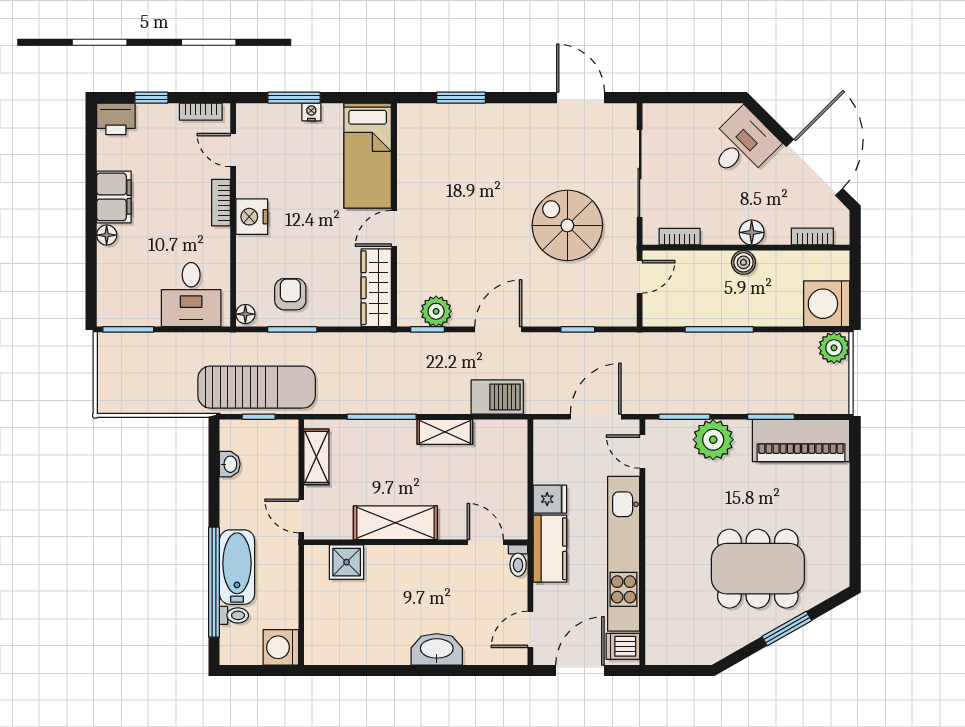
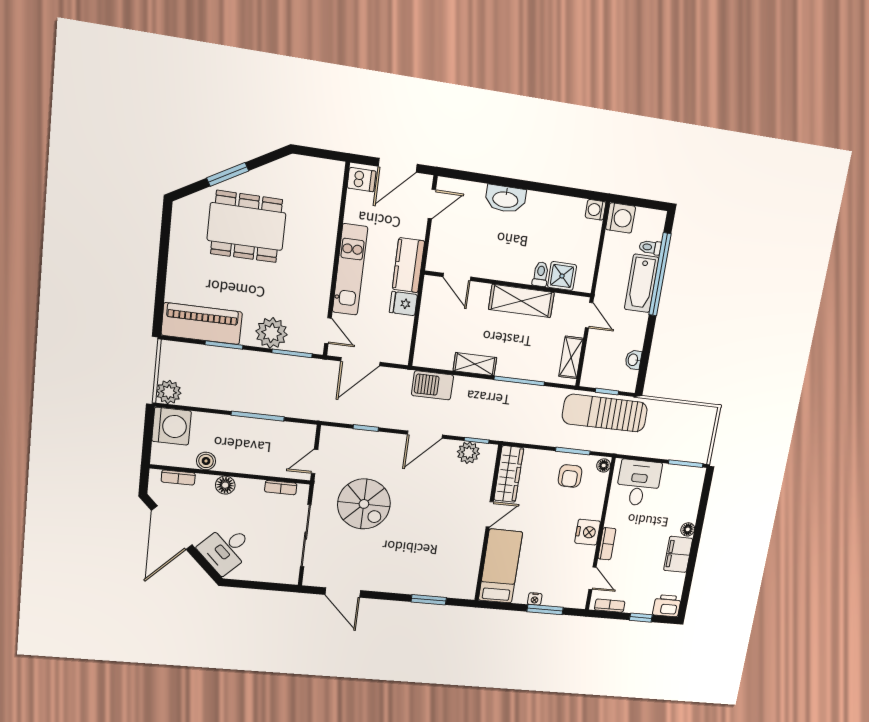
boiler: (743, 262) -> (206, 461), moved
kitchen unit: (624, 554) -> (350, 270), width x0.73
toilet: (518, 561) -> (541, 274), moved
washing machine: (316, 653) -> (596, 210), added

